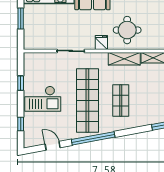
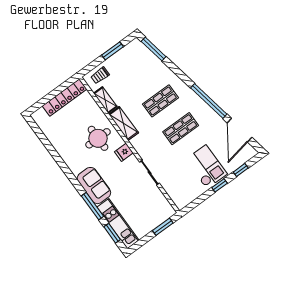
window: (21, 19) -> (163, 227), moved
window: (21, 83) -> (220, 185), moved
shop shelf: (87, 100) -> (181, 129), width x0.50, depth x0.74
door: (53, 146) -> (240, 130), width x1.87

